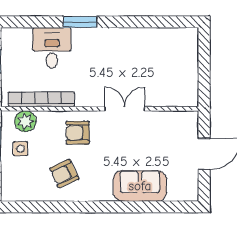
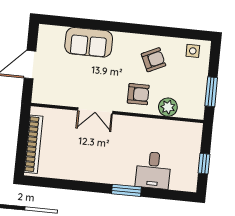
bookcase: (41, 99) -> (34, 144), moved, turned -90
plant: (25, 121) -> (168, 107), moved
side table: (20, 149) -> (193, 51), moved

